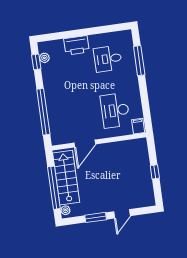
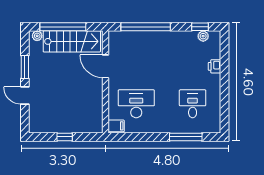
printer: (76, 45) -> (215, 66), width x0.53, depth x0.68

